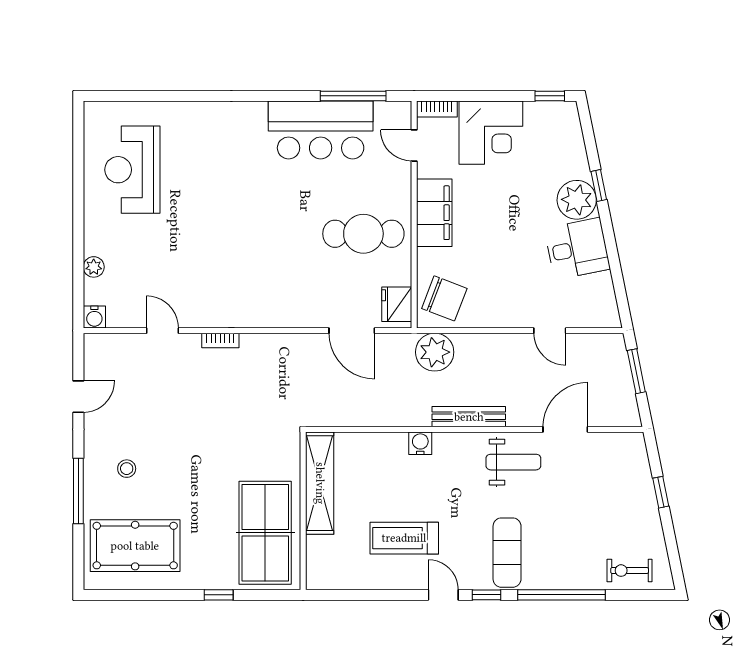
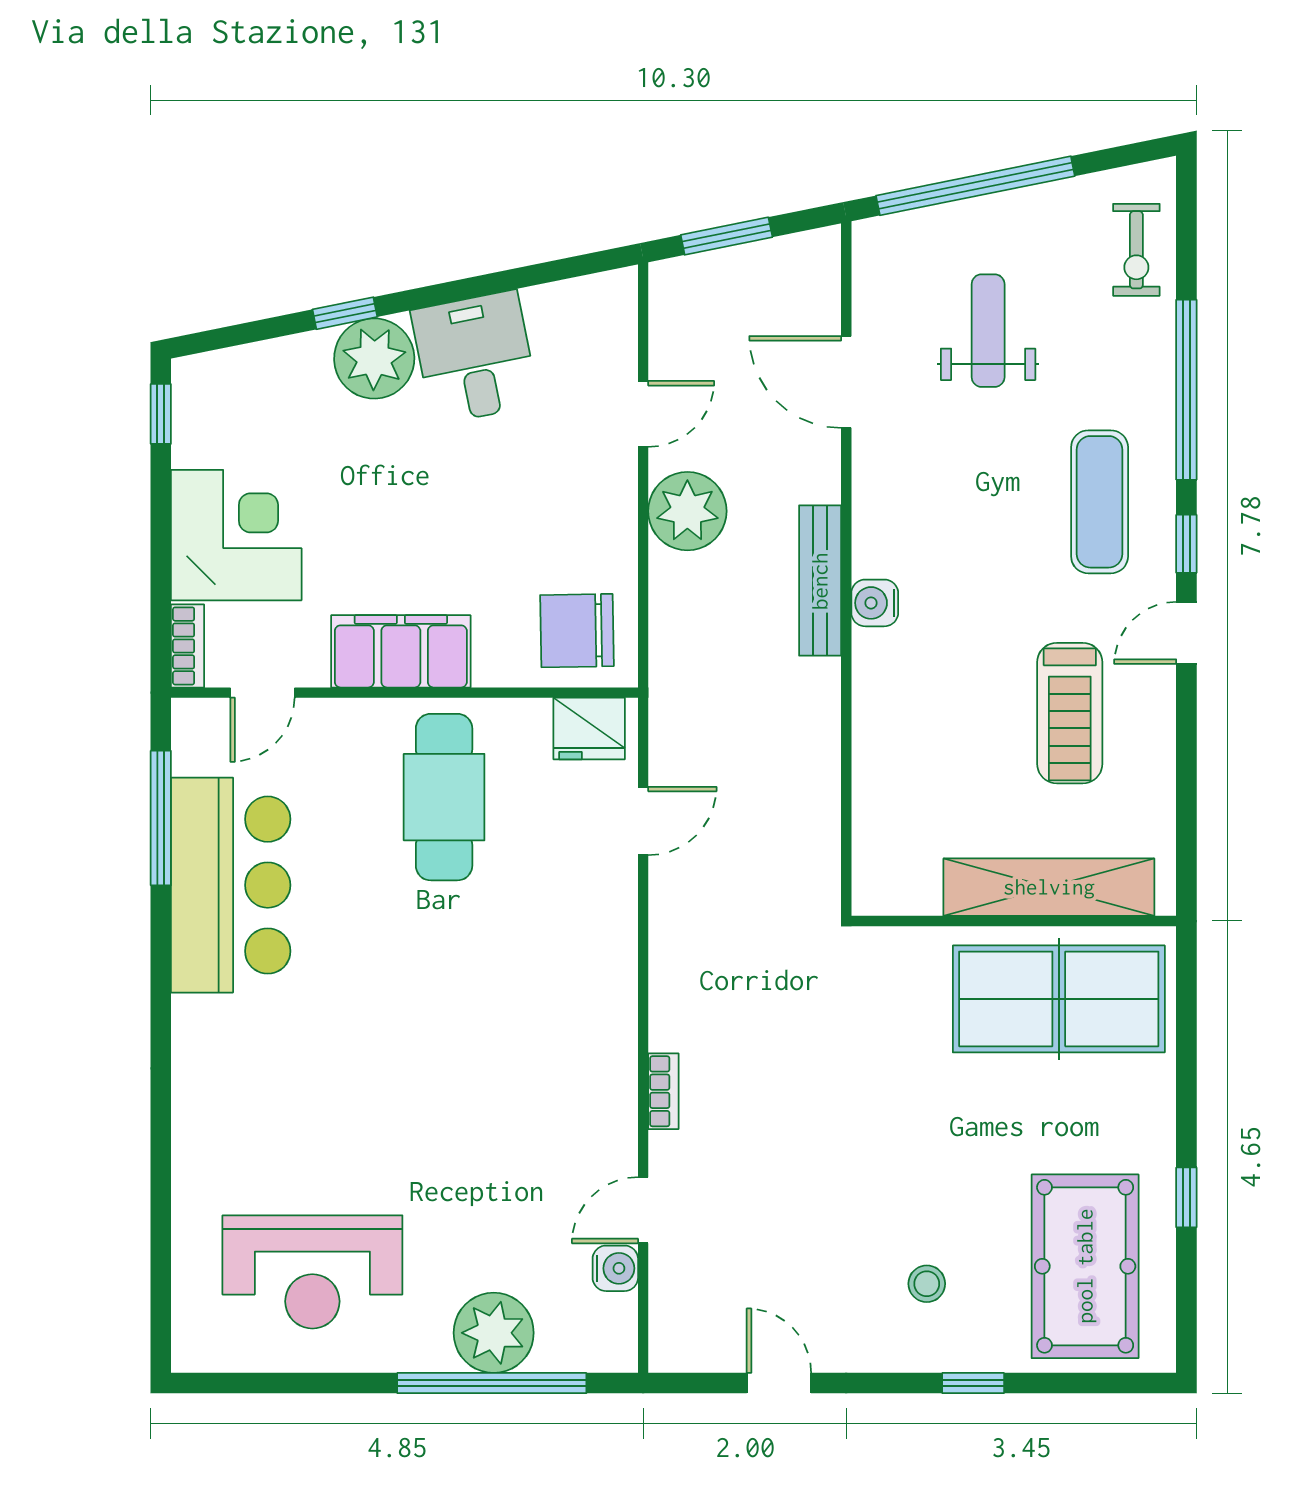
window: (78, 257) -> (492, 1383), added
plant: (94, 267) -> (494, 1333), width x1.88, depth x1.88
chair: (444, 298) -> (577, 631), turned -112
water cooler: (94, 317) -> (615, 1268), moved
door: (352, 331) -> (643, 821), width x0.73
plant: (435, 352) -> (687, 511), moved
water cooler: (420, 443) -> (875, 603), moved
weight bench: (513, 462) -> (988, 331), moved
shelving: (320, 483) -> (1049, 887), moved
window: (78, 491) -> (973, 1383), width x0.46
window: (661, 492) -> (975, 186), width x3.17
exercise mat: (507, 553) -> (1100, 502), turned 90
window: (219, 595) -> (1186, 1197), moved

